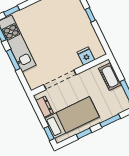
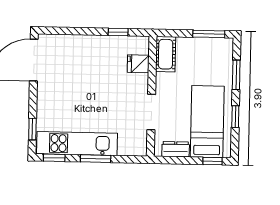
window: (90, 15) -> (118, 32), moved
cot: (110, 77) -> (166, 54), moved, turned 90
doorway: (60, 80) -> (151, 112), width x0.73

